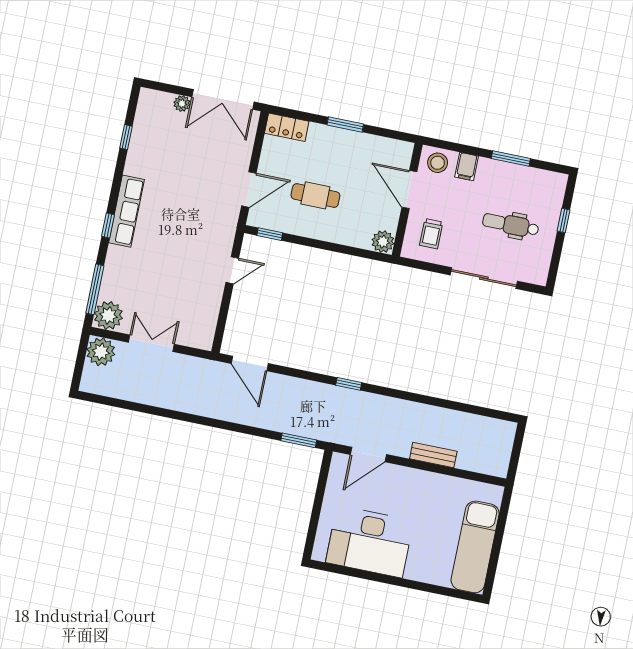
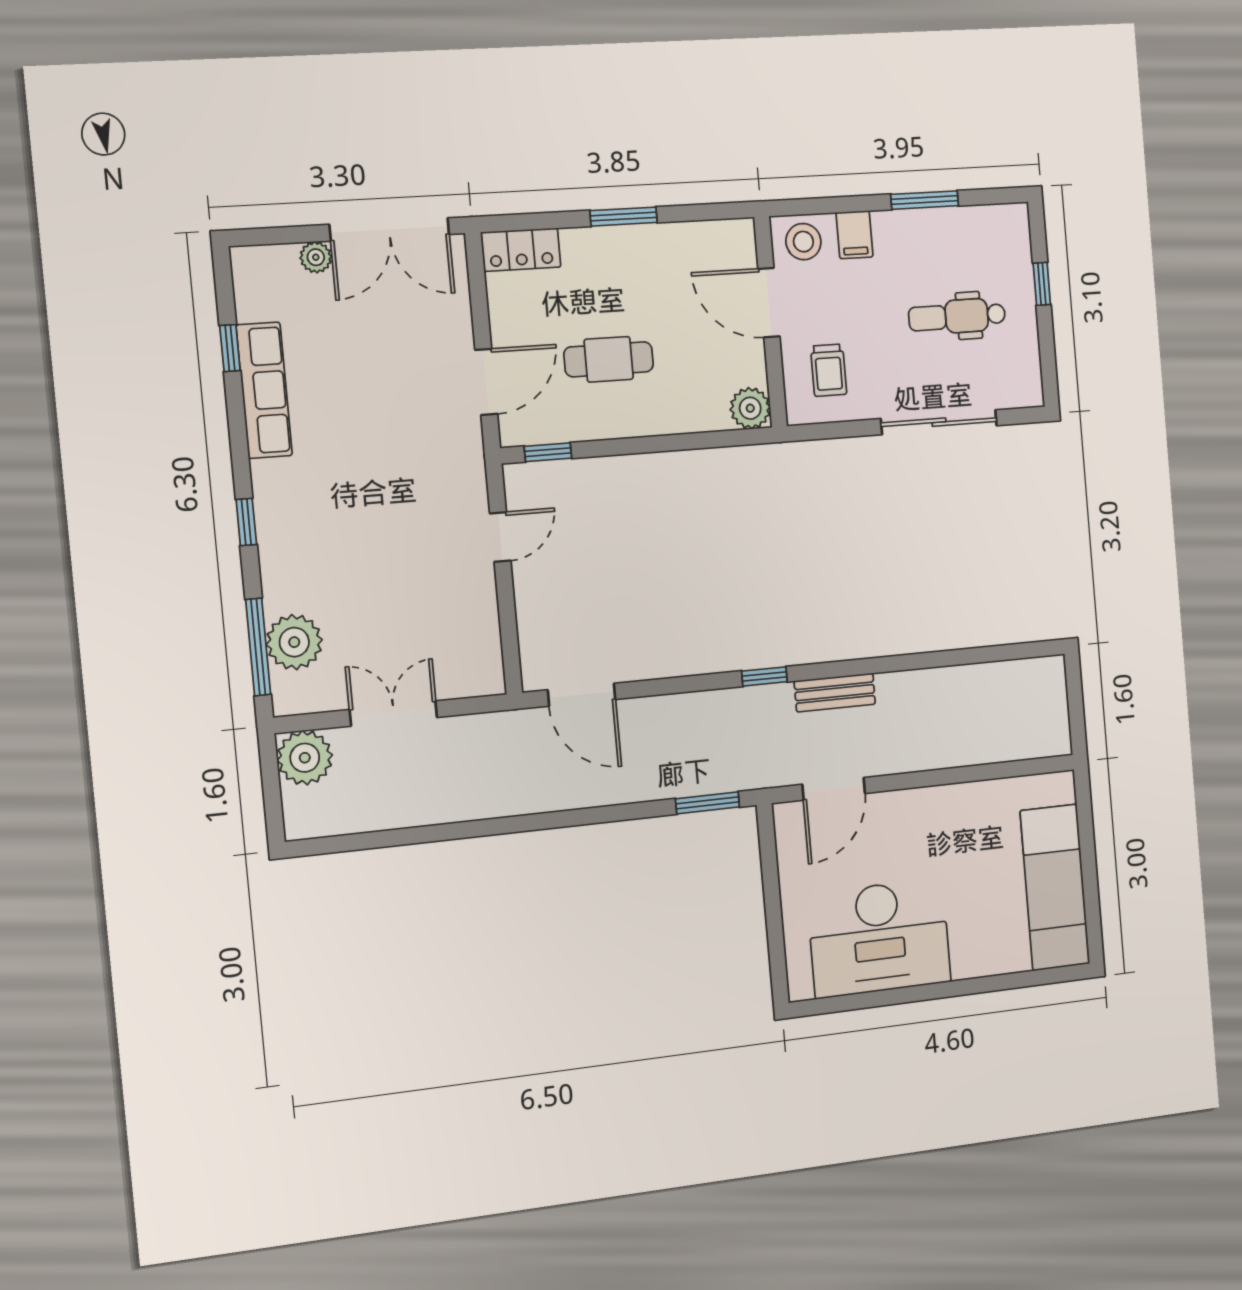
row of seats: (126, 211) -> (264, 390), moved
plant: (108, 315) -> (294, 642), moved
bench: (433, 455) -> (835, 693), moved

